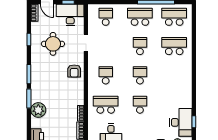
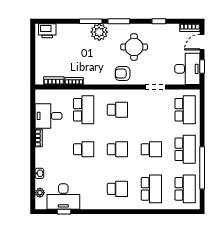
school desk: (106, 17) -> (185, 110), width x1.85
round table: (53, 44) -> (134, 47), moved
school desk: (174, 75) -> (117, 189), added
plant: (38, 110) -> (99, 32), moved

